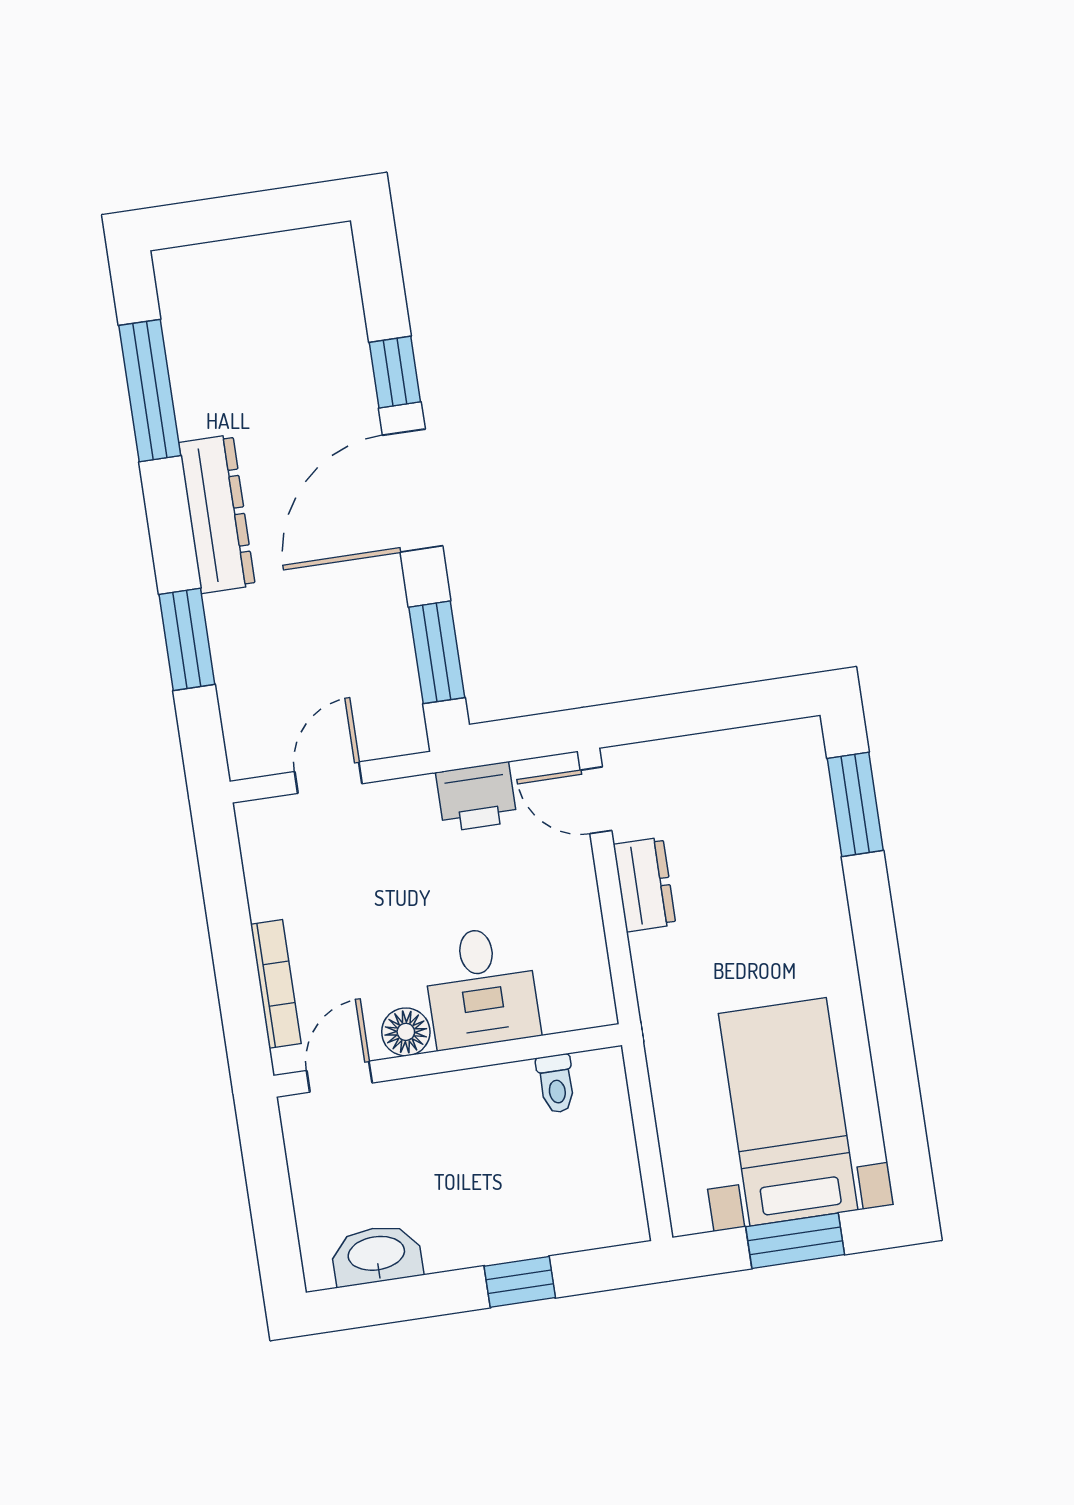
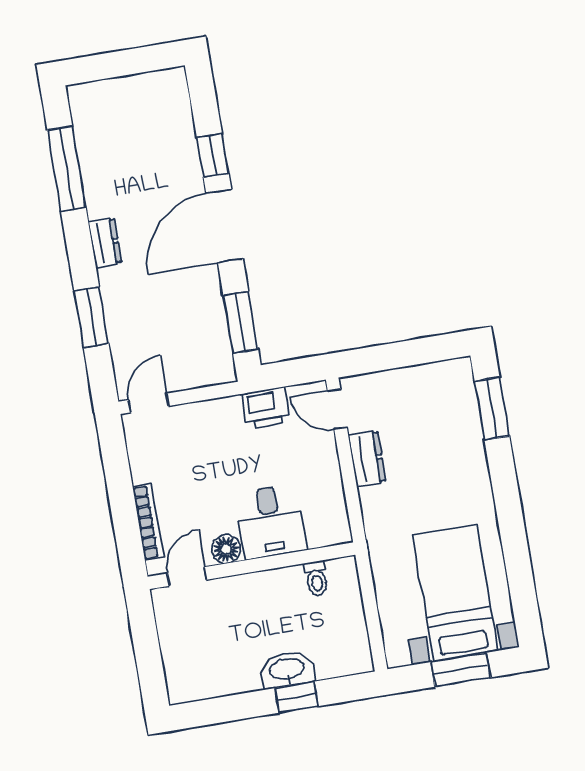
dresser: (217, 514) -> (105, 243), width x0.51, depth x0.80
door: (328, 778) -> (149, 403), moved
washbasin: (377, 1255) -> (287, 670), moved

